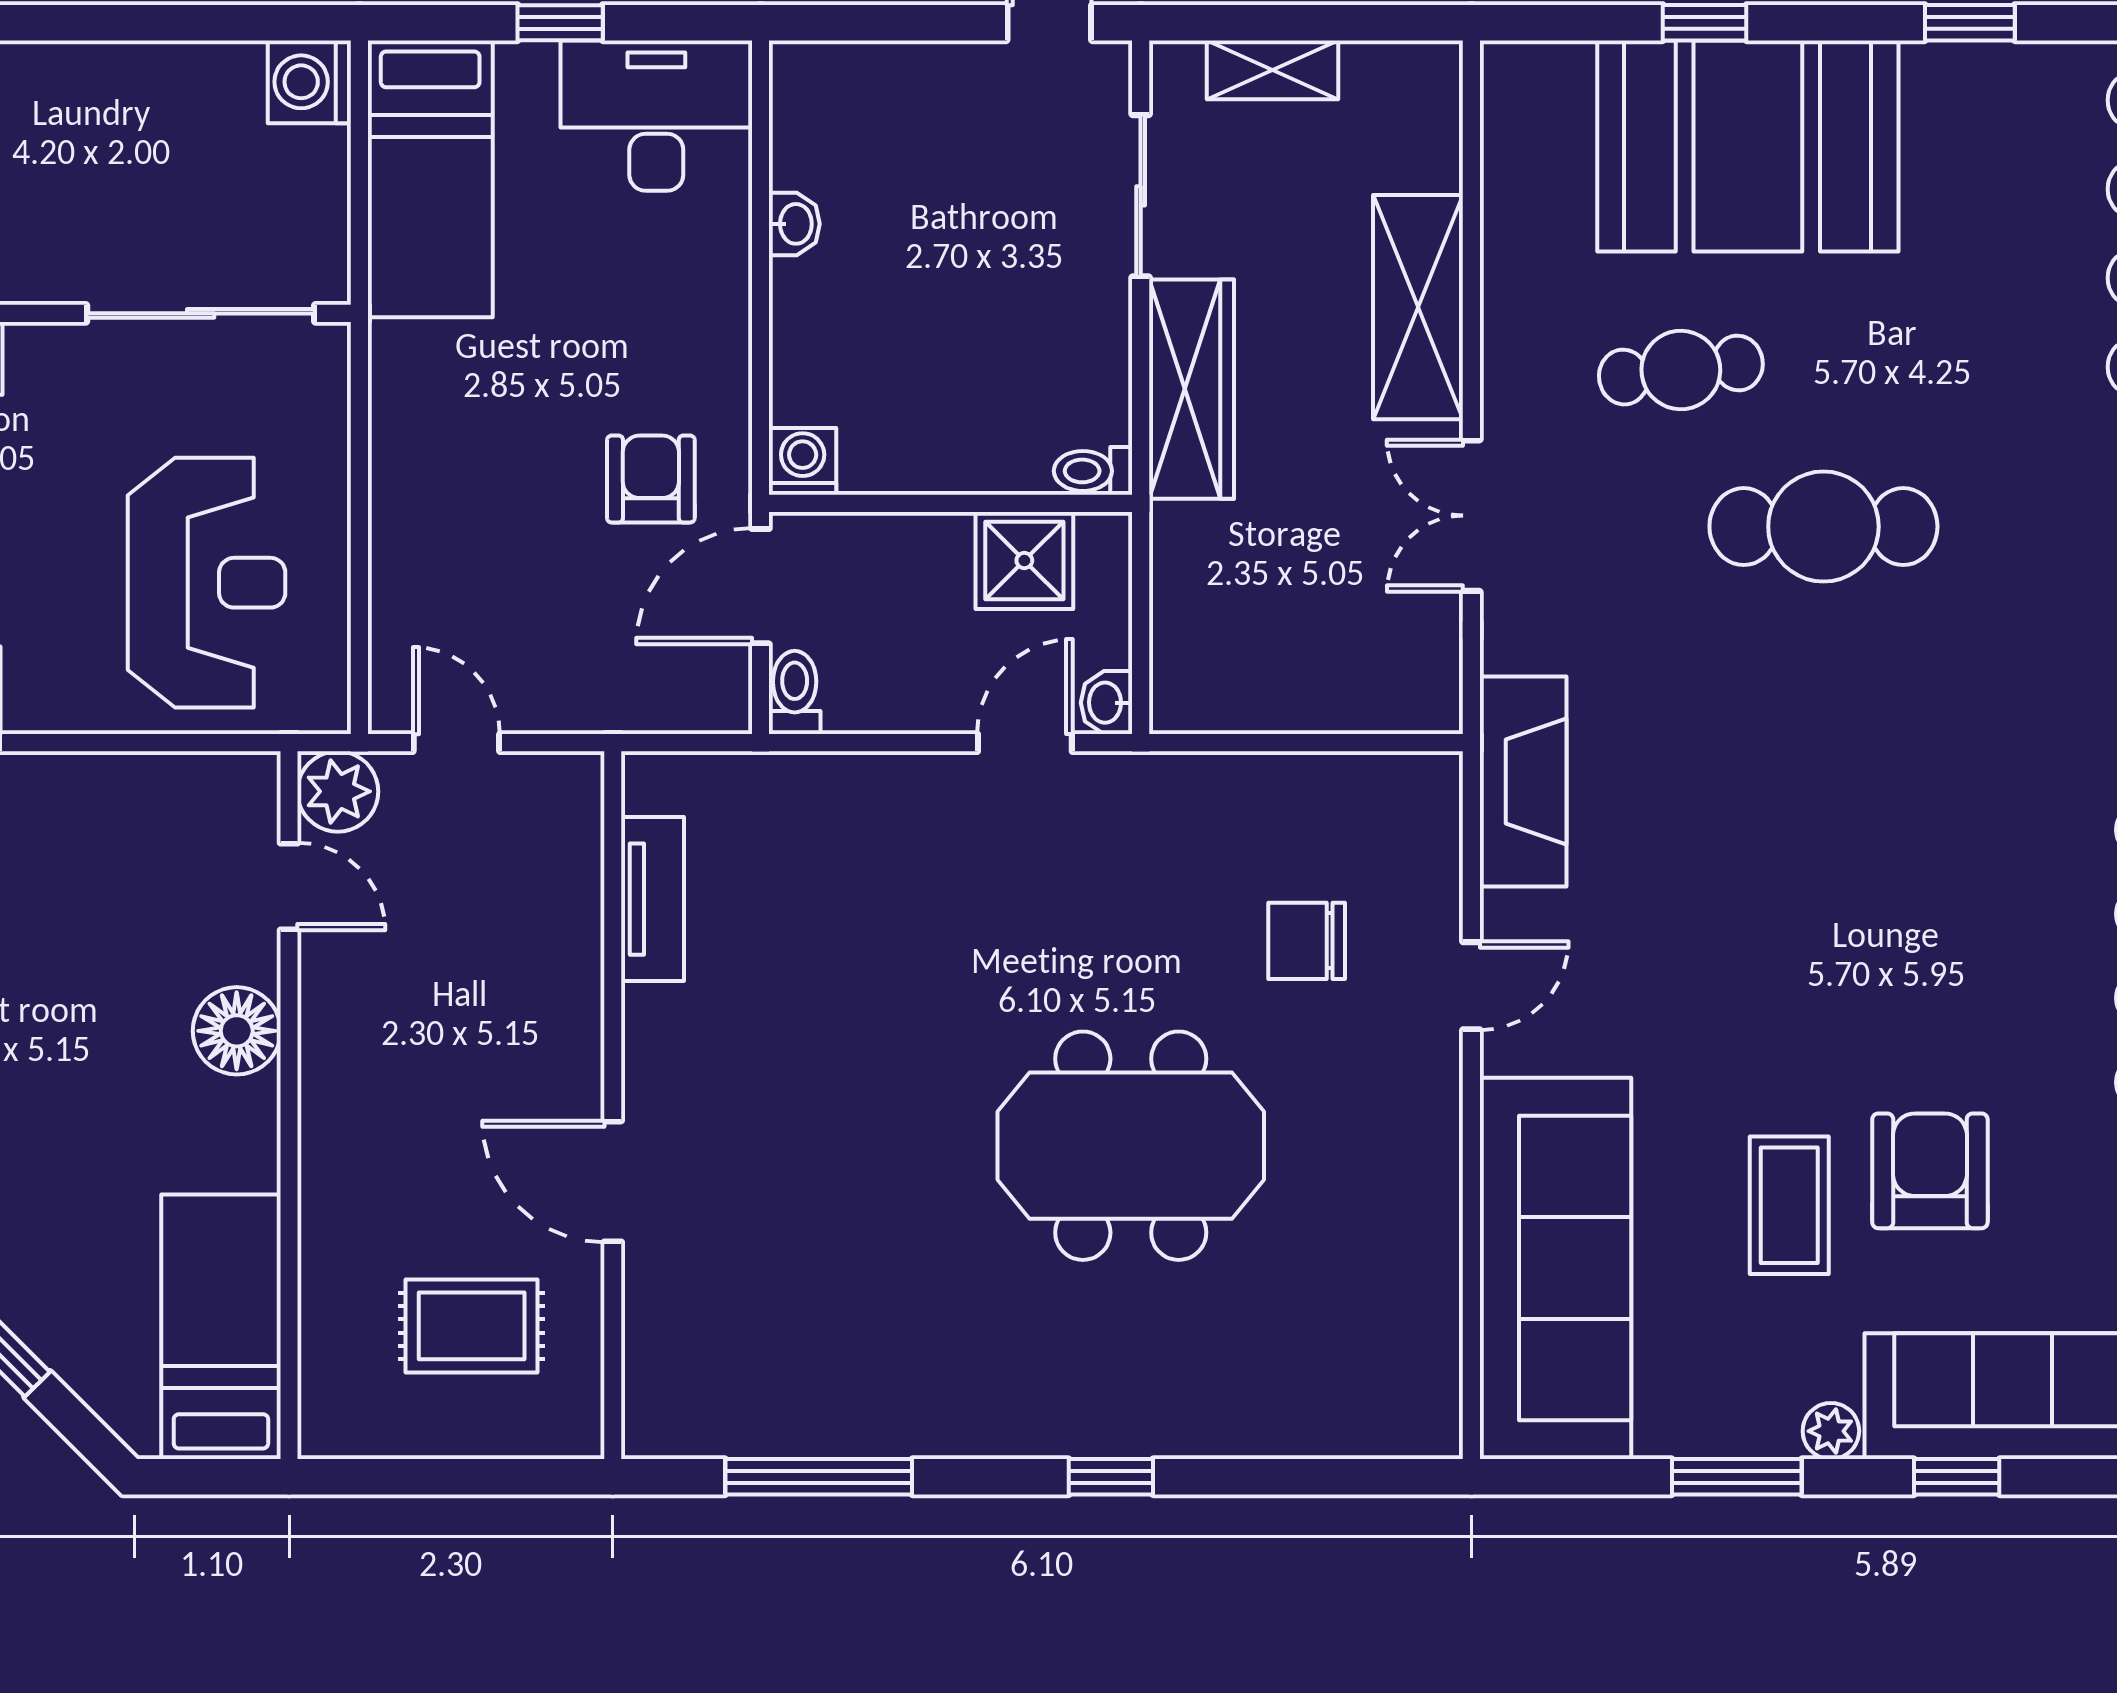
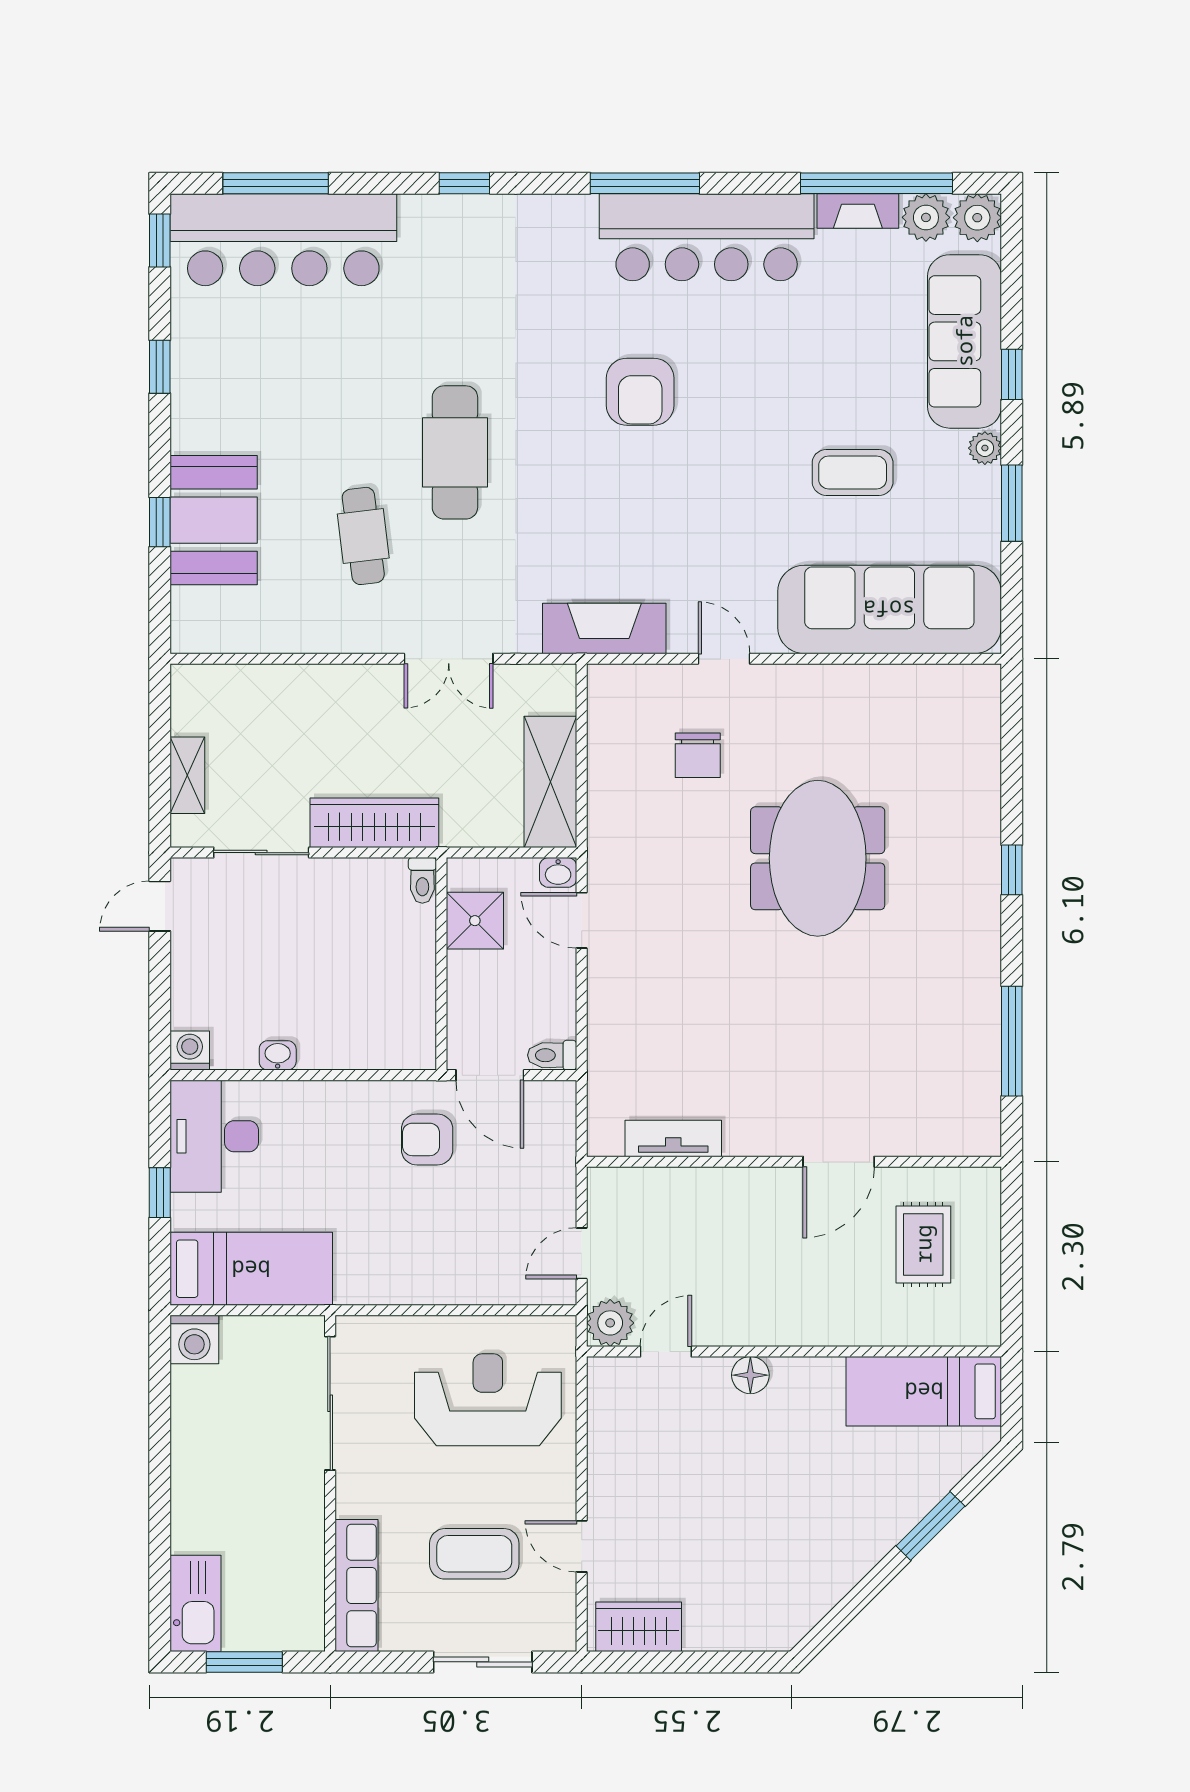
booth: (1748, 146) -> (214, 520), width x0.73, depth x0.70
shelving: (1418, 307) -> (550, 782), moved, turned 90
washing machine: (803, 461) -> (190, 1051), moved, turned 90
floor lamp: (237, 1031) -> (750, 1375), width x0.73, depth x0.73
armchair: (1930, 1171) -> (640, 392), moved, turned -90

